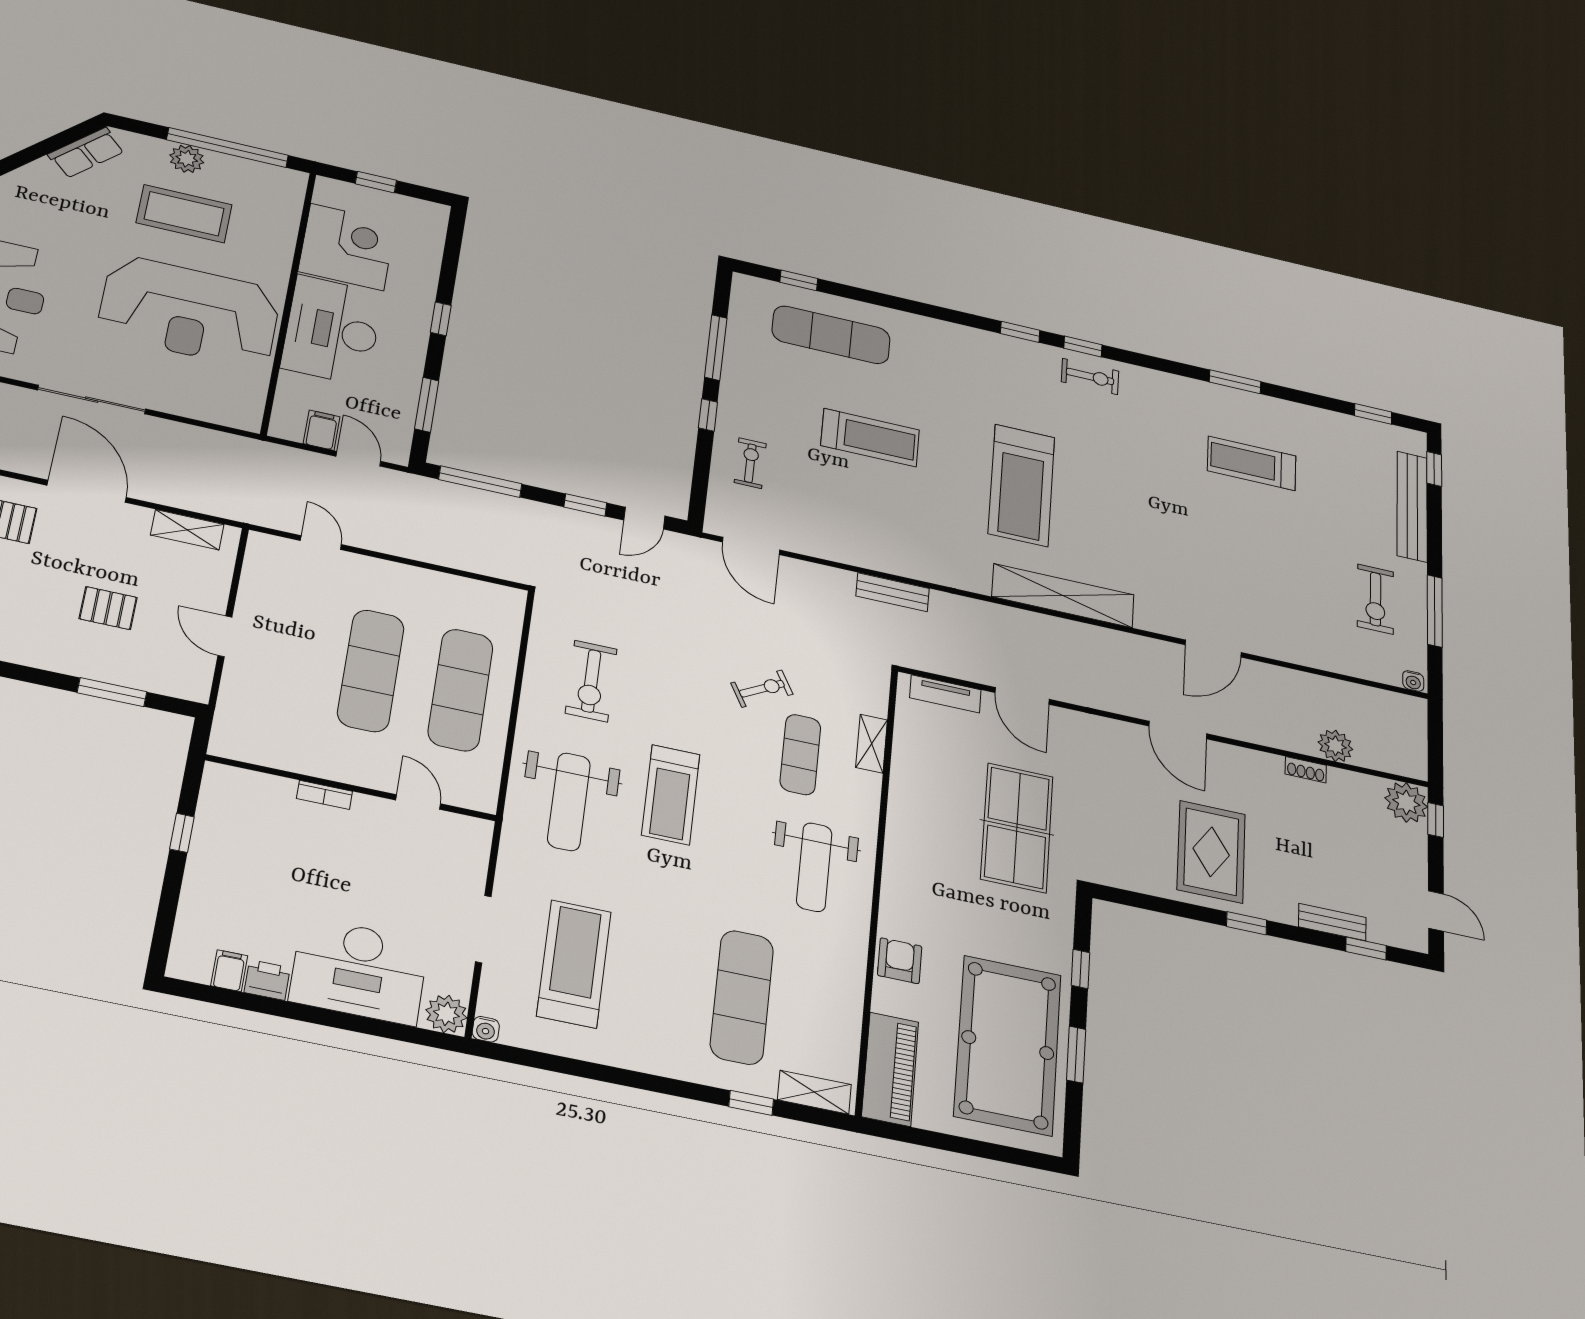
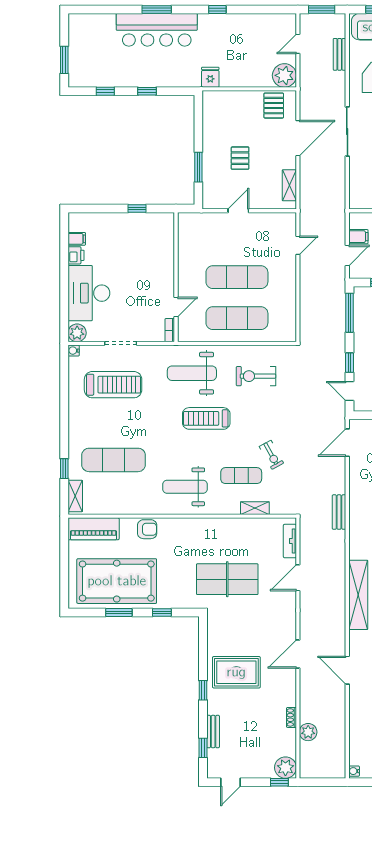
bookcase: (324, 795) -> (170, 330), moved

